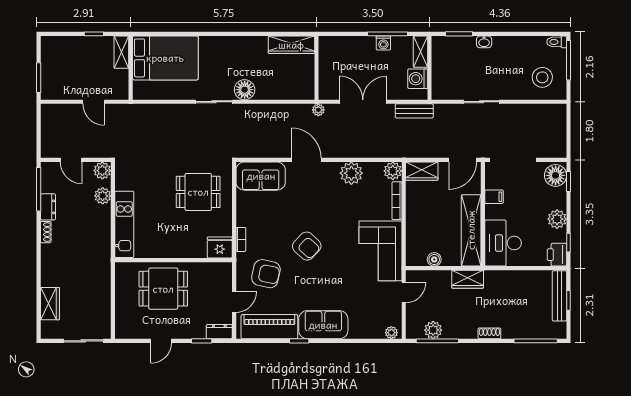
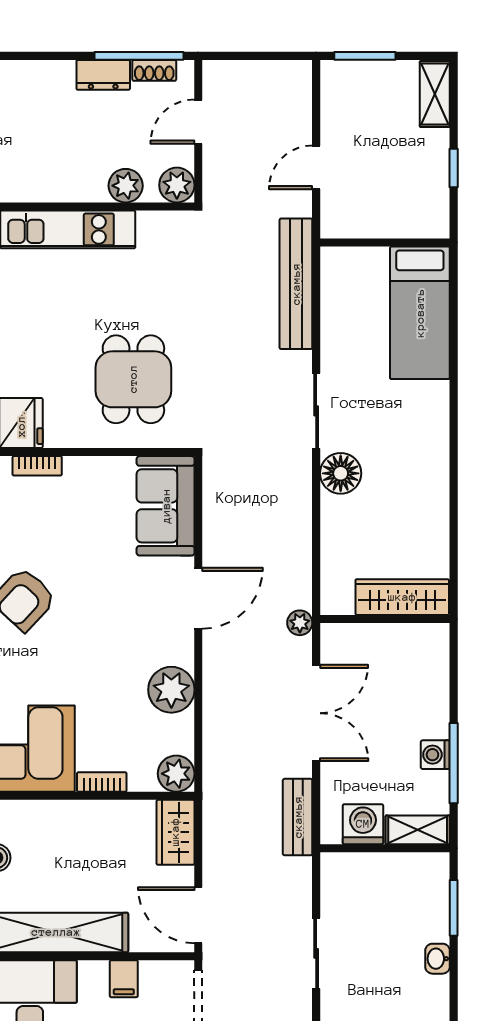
wardrobe: (291, 45) -> (402, 597), moved, turned 90
shelving: (121, 52) -> (435, 94), moved, turned 90
bed: (165, 58) -> (420, 313), width x0.67
bench: (151, 112) -> (296, 284), added
bookcase: (397, 201) -> (102, 782), width x0.64
shoe rack: (46, 232) -> (154, 70), moved

